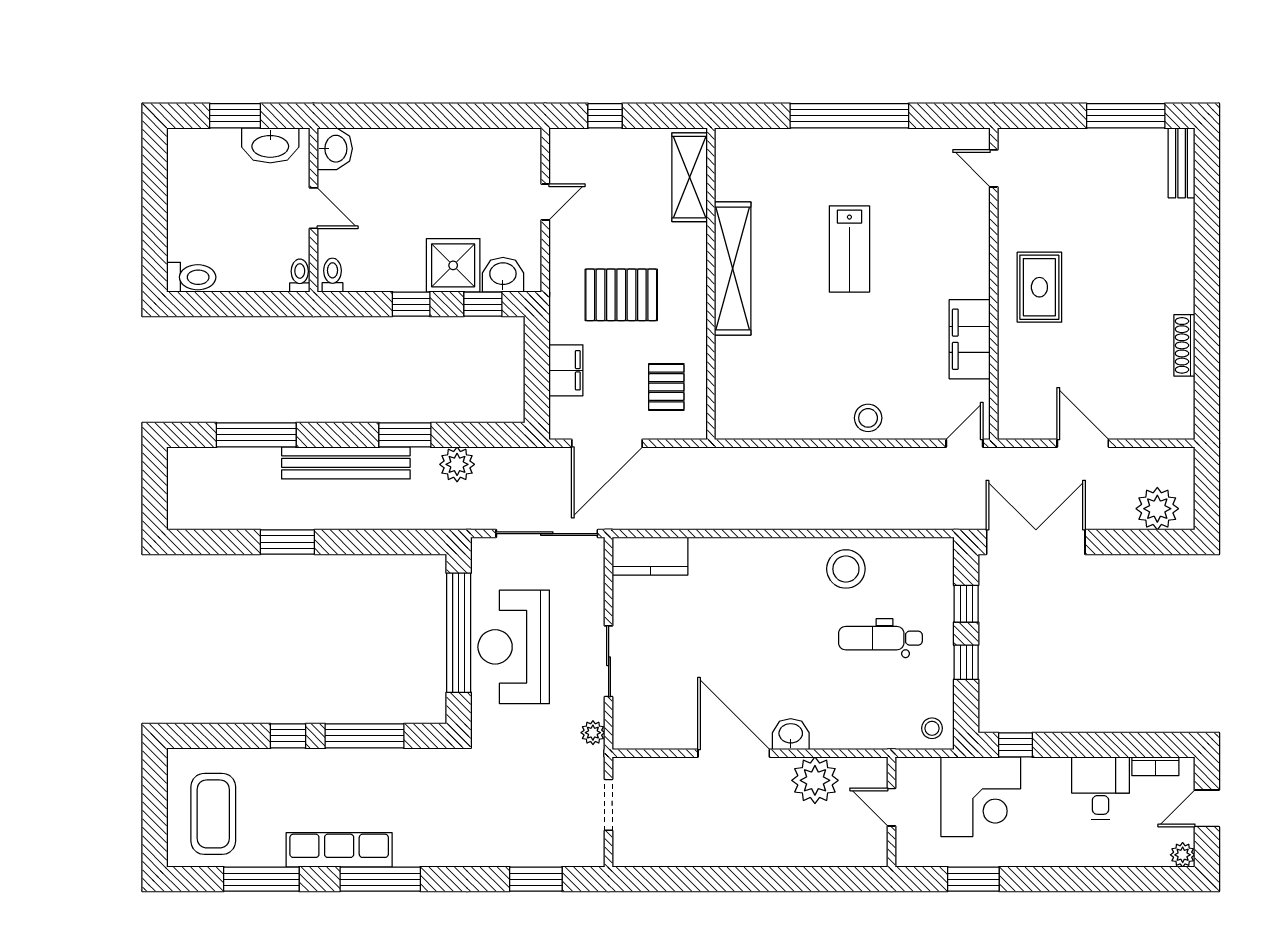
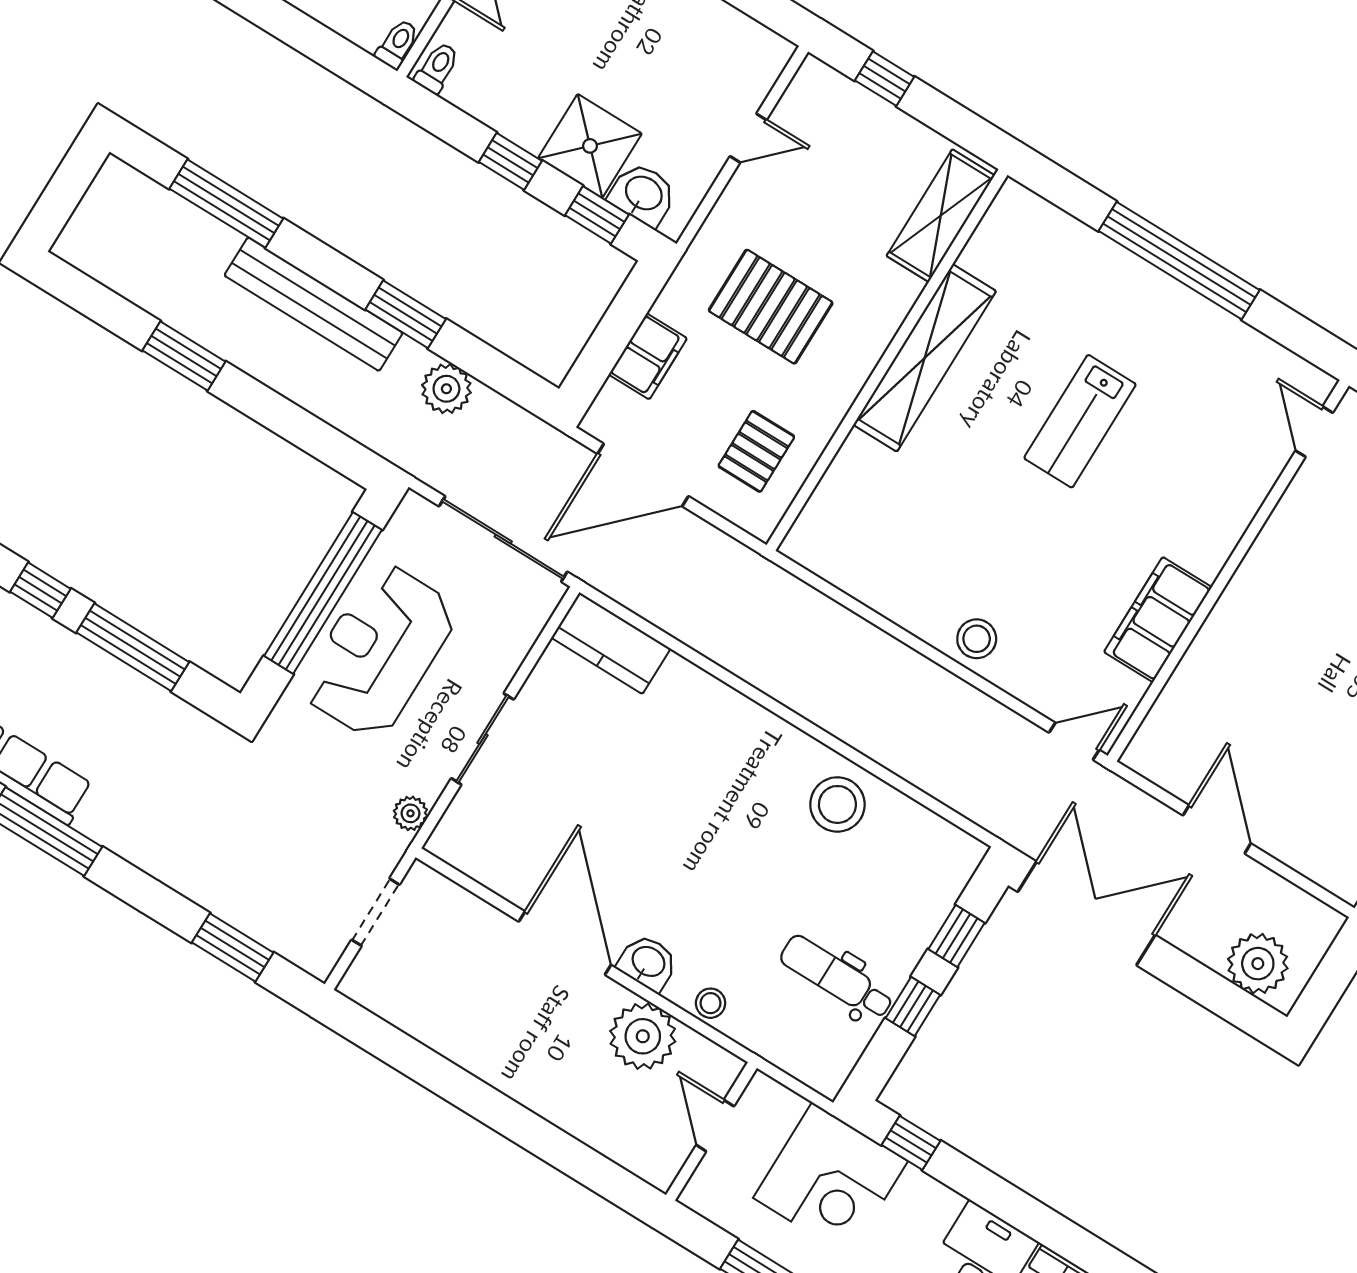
rug: (1039, 287) -> (1281, 609), removed
dental chair: (880, 638) -> (837, 977), moved
stool: (932, 728) -> (711, 1003), moved

